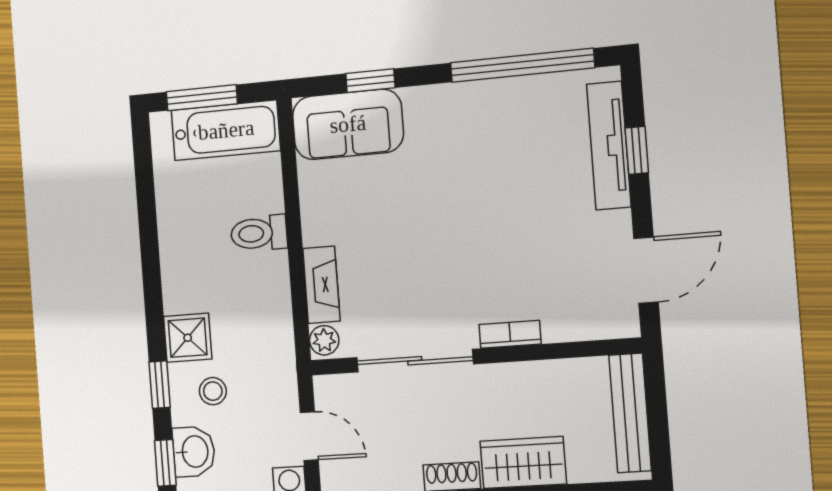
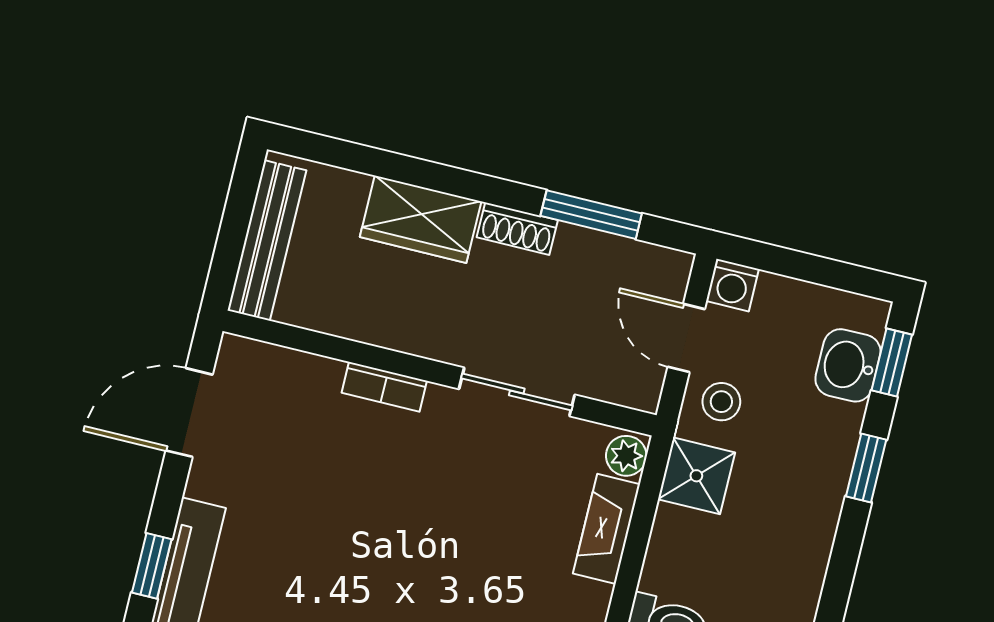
shower: (188, 338) -> (696, 476), moved
sliding door: (415, 361) -> (517, 392), width x0.73
stool: (213, 391) -> (721, 402), moved

